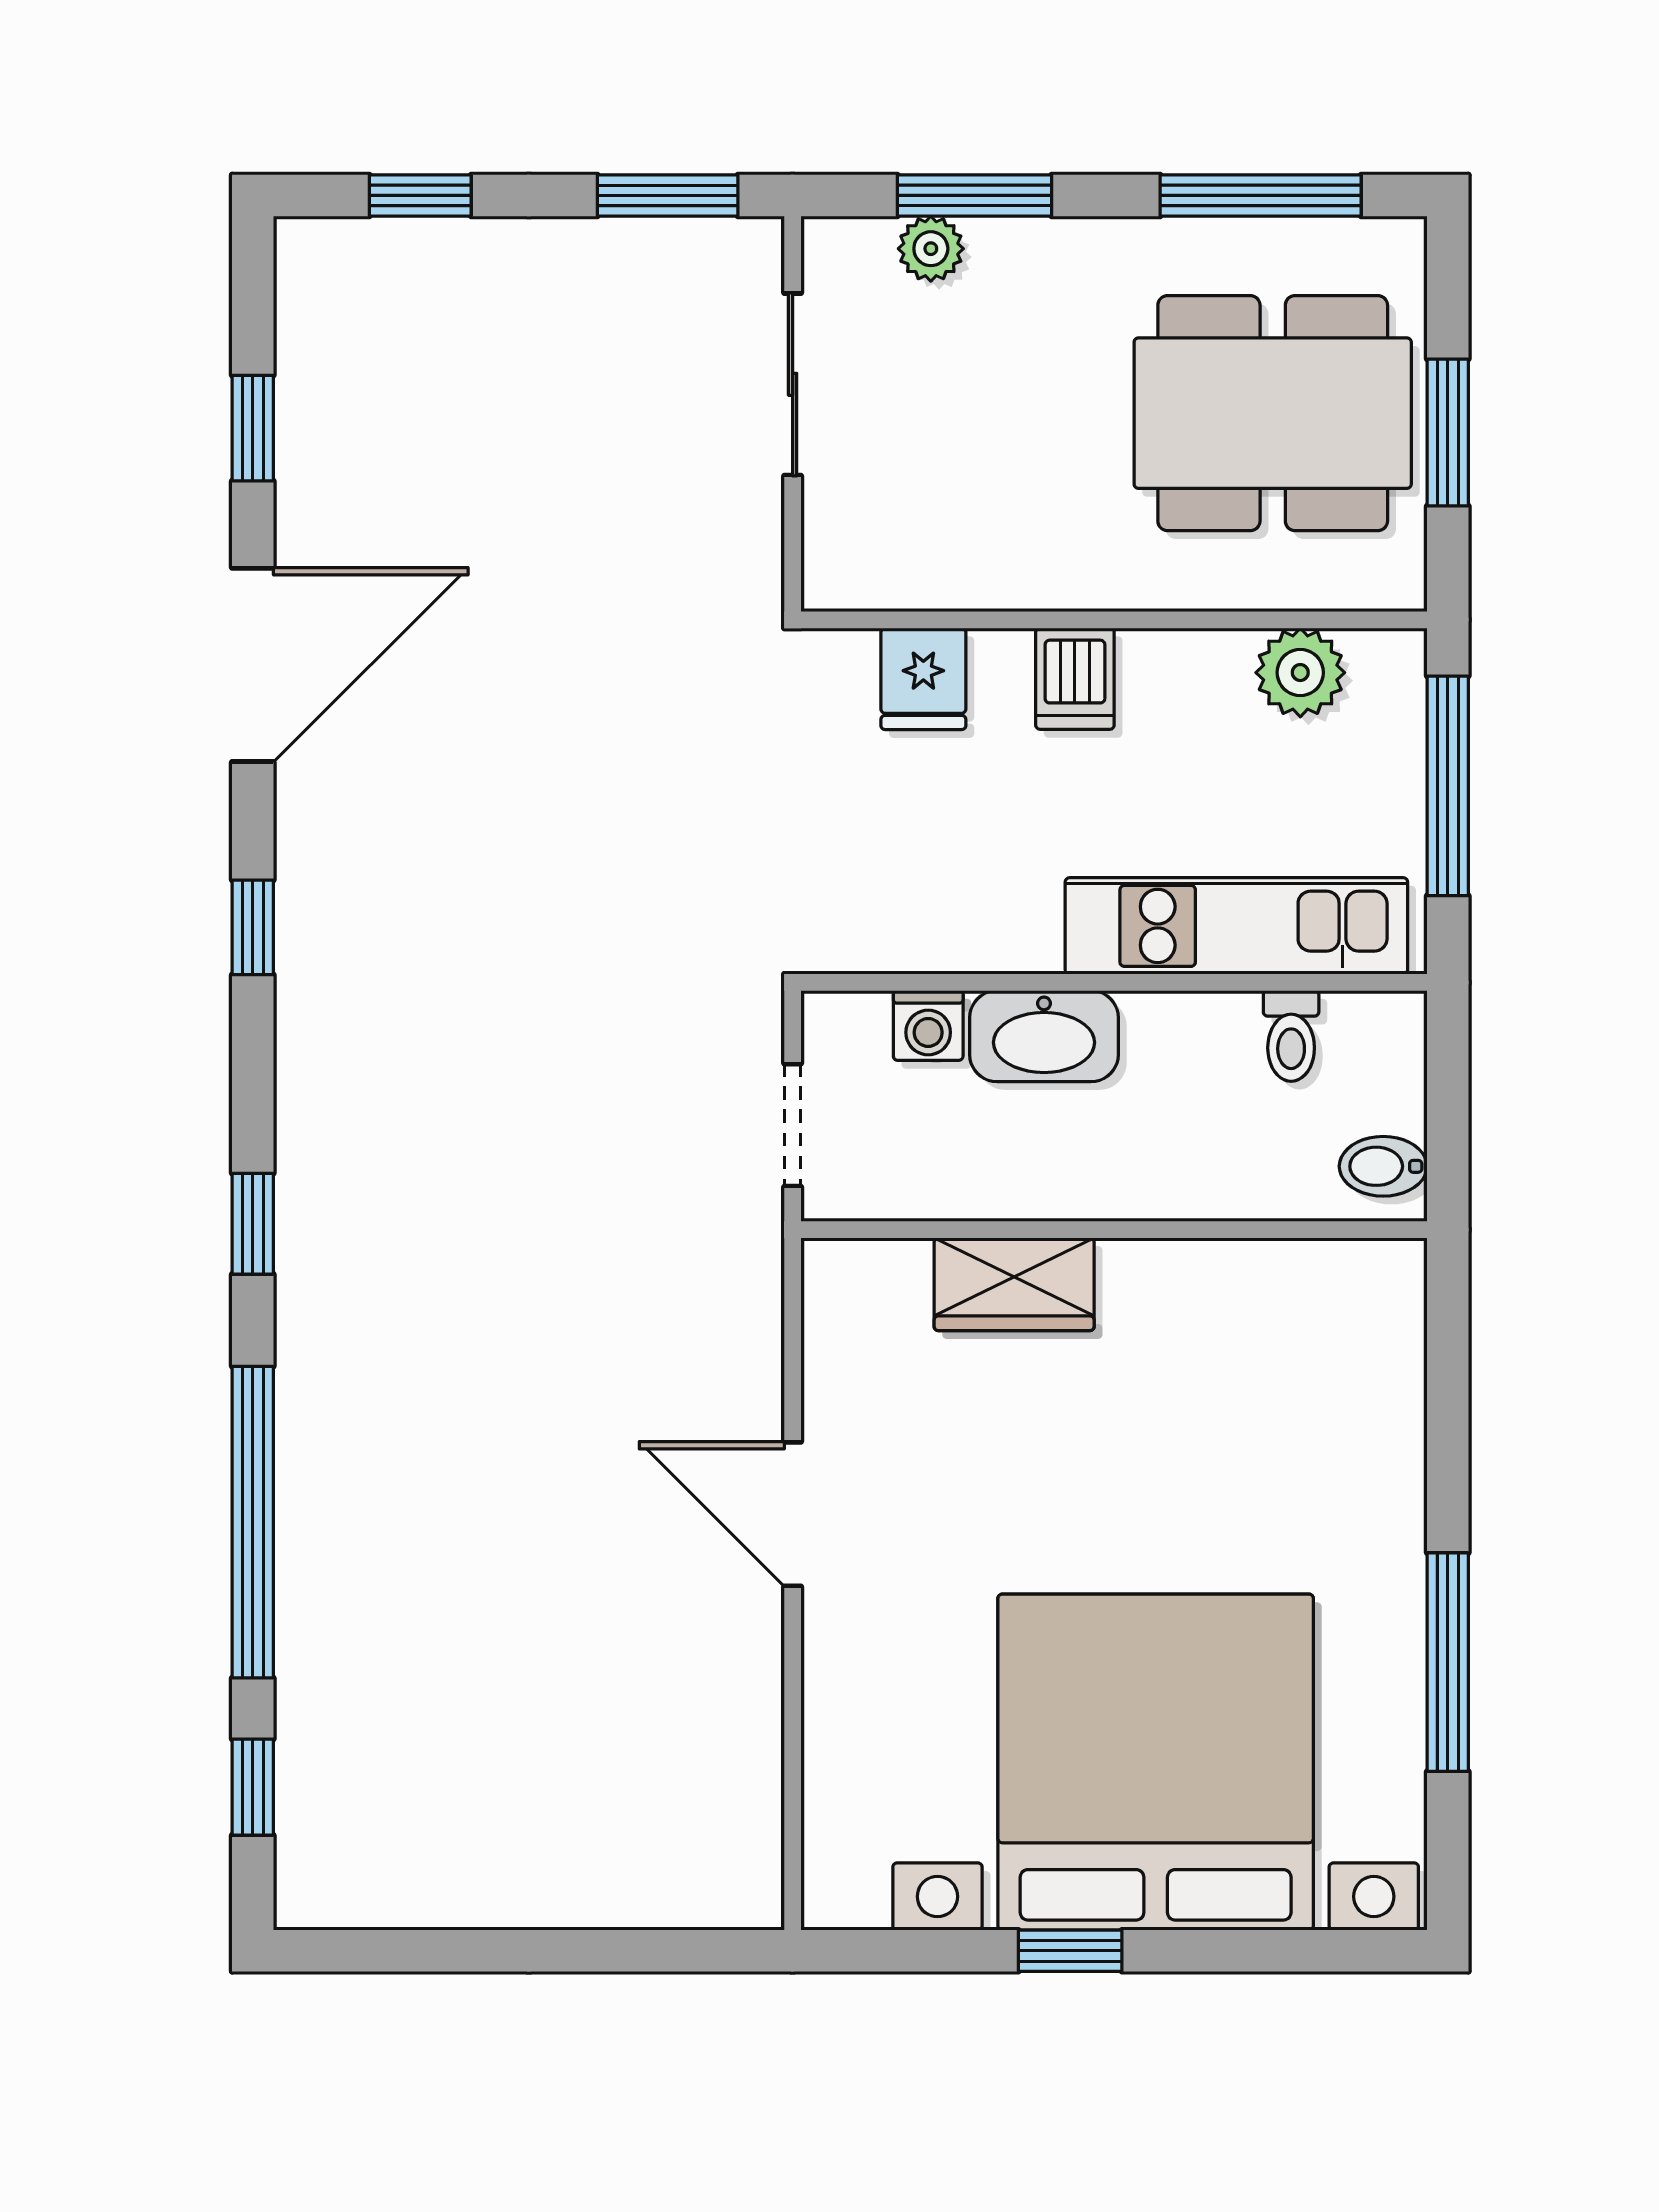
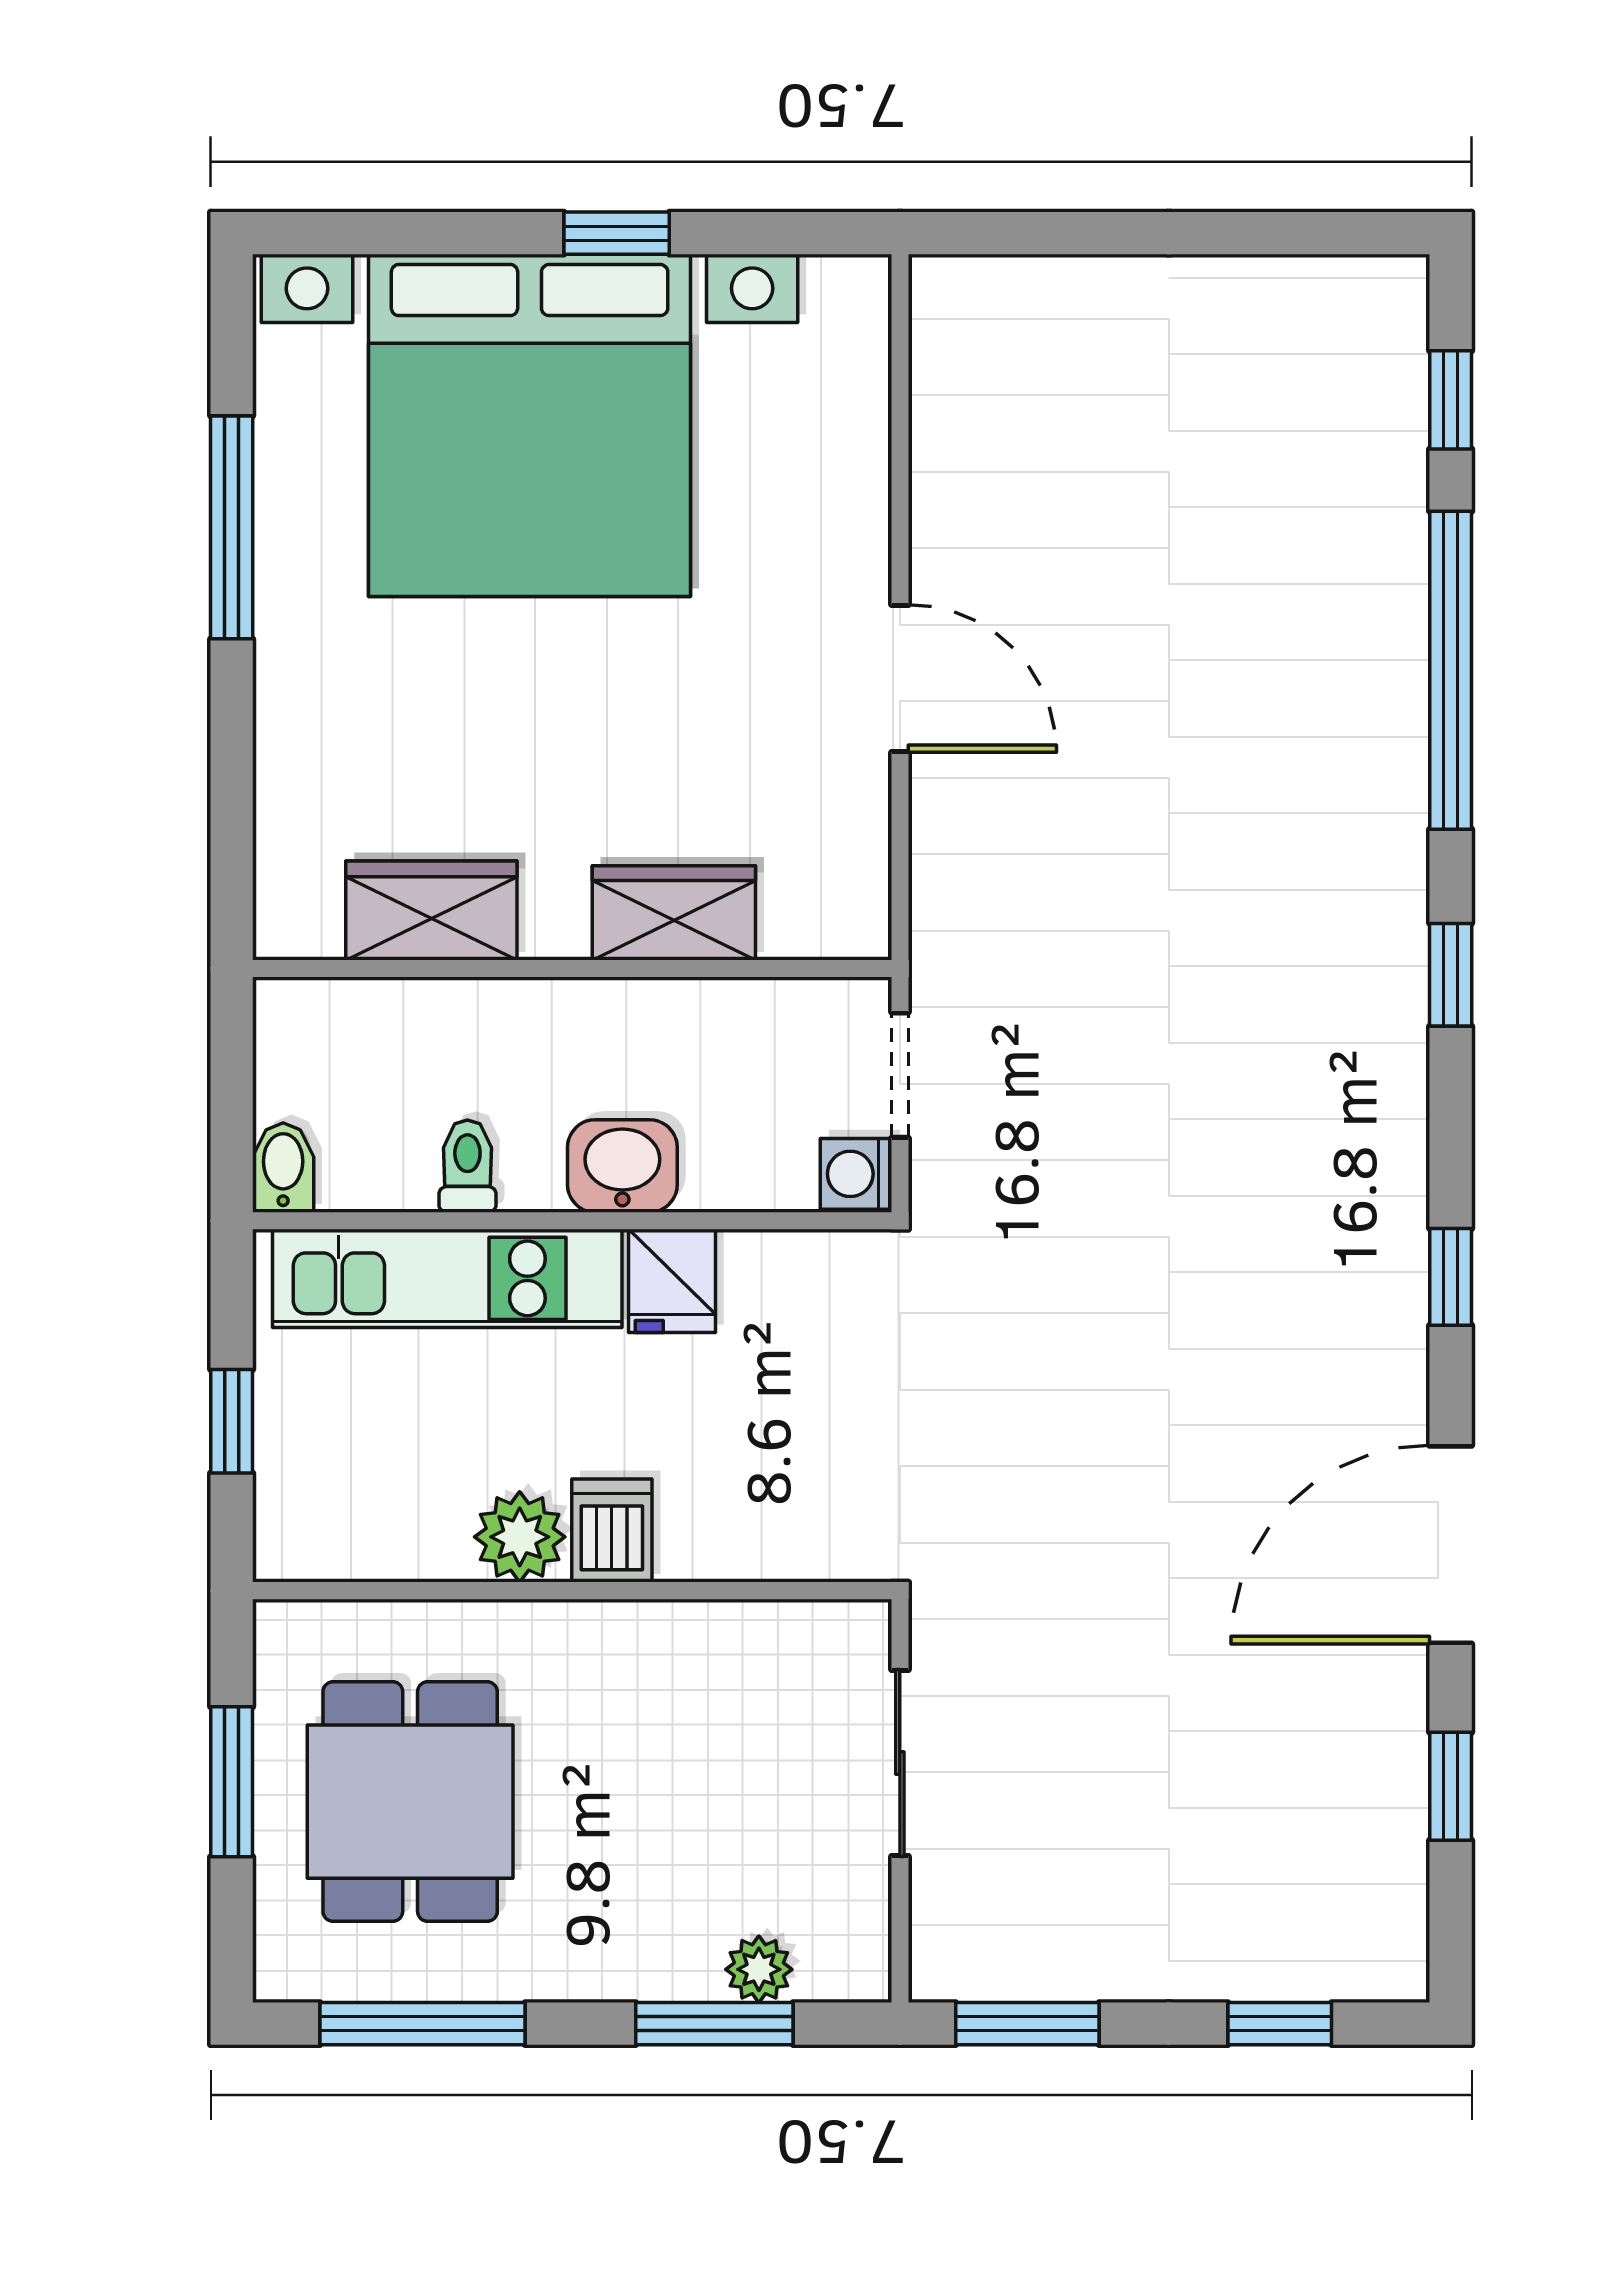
sliding door: (793, 384) -> (900, 1763), moved
dining table: (1273, 413) -> (410, 1802), width x0.73
plant: (1300, 673) -> (520, 1537), moved
fridge: (923, 679) -> (672, 1281), moved, turned 180
window: (1448, 786) -> (232, 1421), width x0.46
washing machine: (928, 1026) -> (856, 1174), moved, turned -90
washbasin: (1044, 1036) -> (622, 1166), width x0.72
toilet: (1291, 1036) -> (467, 1166), moved
bidet: (1383, 1166) -> (283, 1168), moved, turned -90
wardrobe: (1252, 1287) -> (431, 911), added

